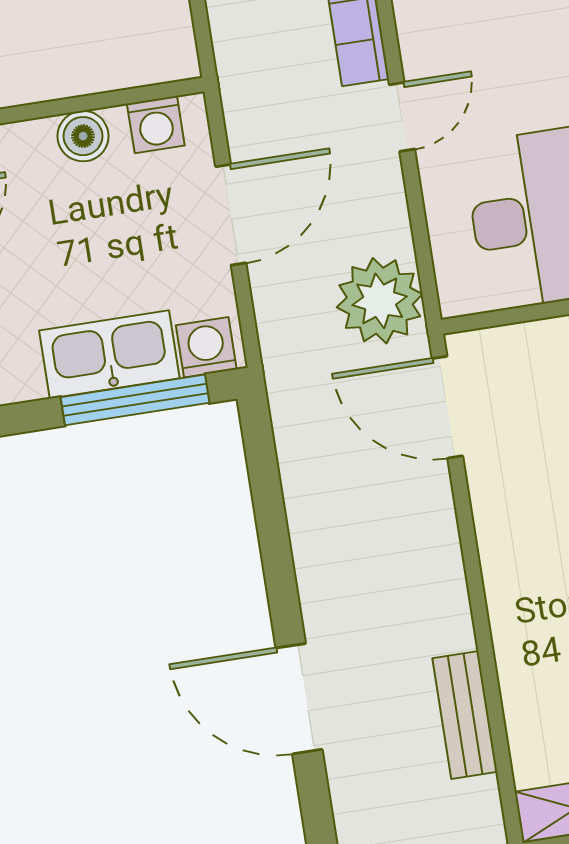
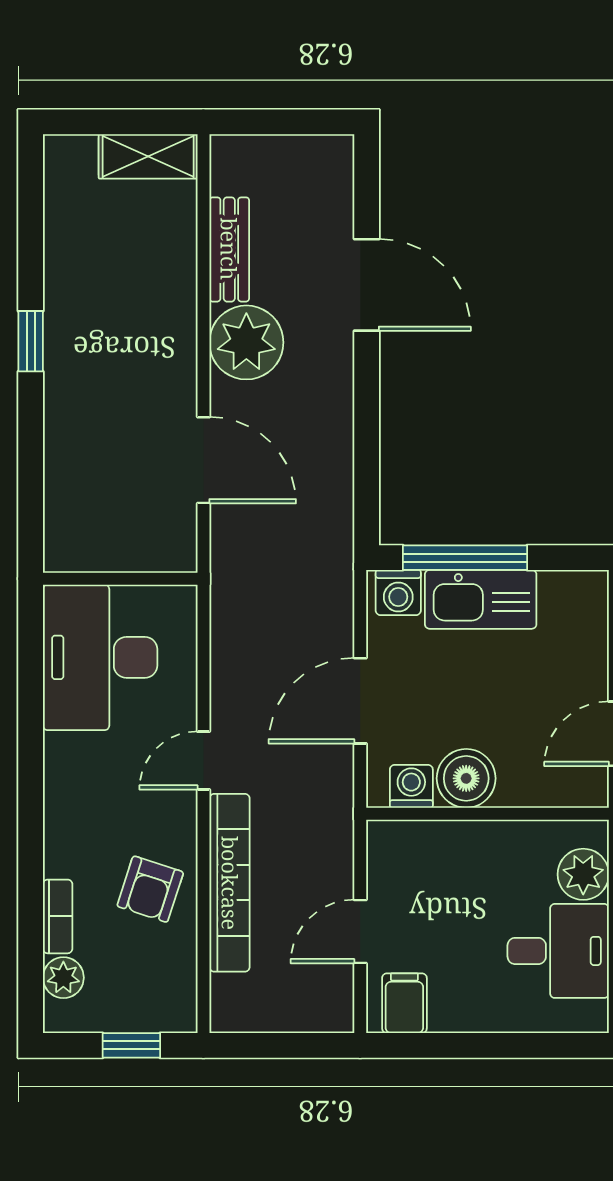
boiler: (83, 136) -> (466, 778), width x1.36, depth x1.36
plant: (380, 301) -> (246, 342), moved
door: (447, 407) -> (203, 460), moved

